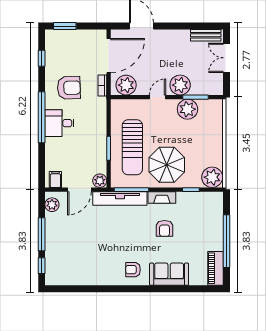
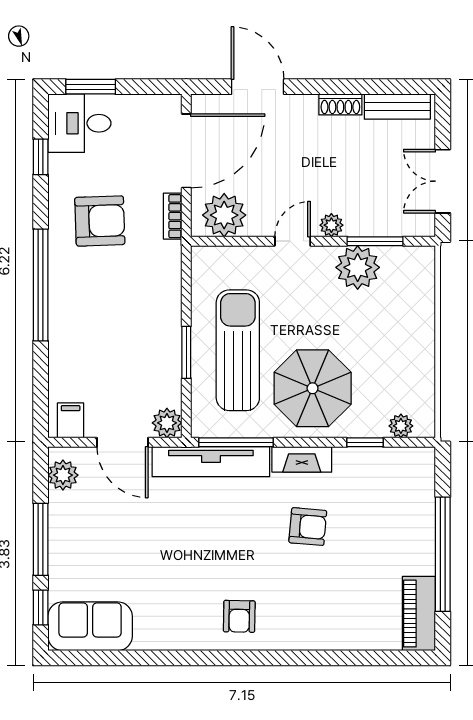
shoe rack: (180, 34) -> (340, 104), added
double door: (227, 58) -> (443, 181), moved
plant: (180, 85) -> (331, 225), width x0.53, depth x0.53
desk: (59, 123) -> (79, 123), moved
sun lounger: (132, 147) -> (238, 350), turned 180
plant: (212, 177) -> (401, 426), width x0.53, depth x0.53
door: (79, 190) -> (123, 442), hinge flipped
armchair: (165, 228) -> (308, 527), turned -85
armchair: (133, 270) -> (239, 616), turned -89
sofa: (169, 274) -> (90, 626), moved

